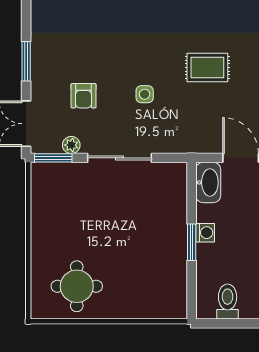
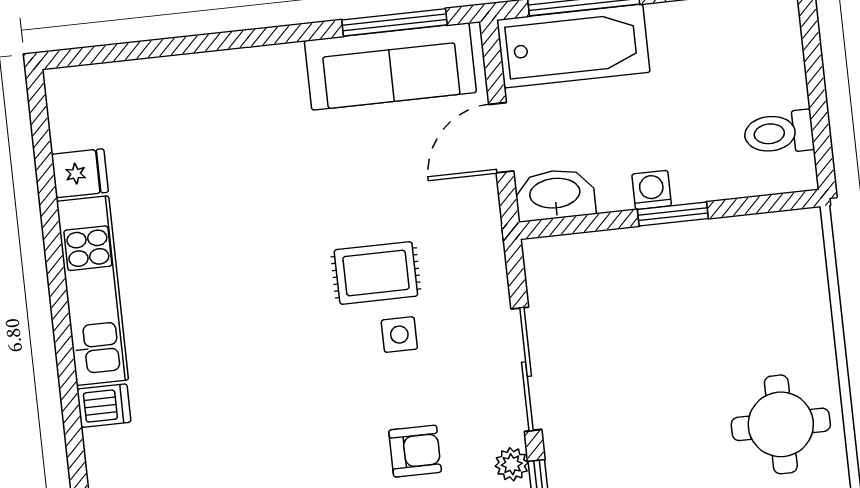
rug: (207, 67) -> (376, 273), moved, turned 90

